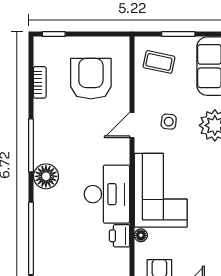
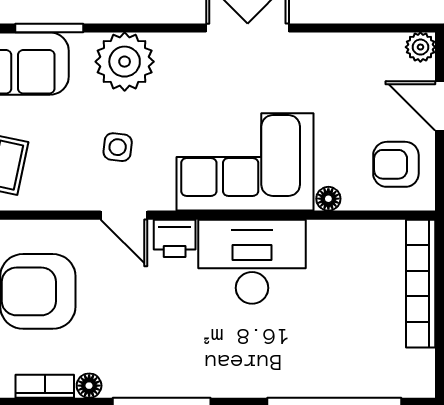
floor lamp: (46, 176) -> (89, 386), moved, width x0.53, depth x0.53
printer: (120, 236) -> (175, 238), moved

